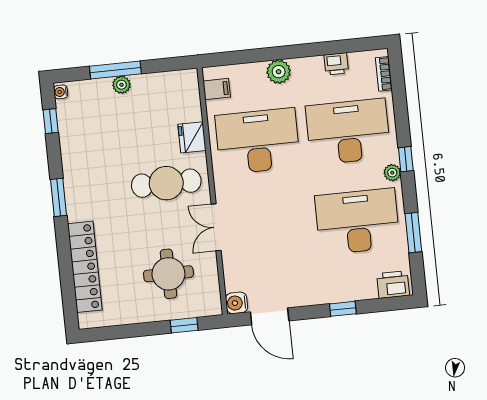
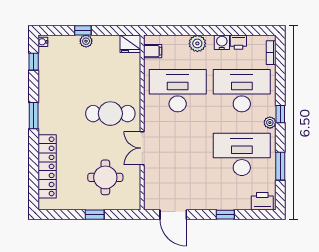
window: (115, 70) -> (83, 30), width x0.46
fridge: (192, 137) -> (130, 44), moved, turned -90
water cooler: (237, 303) -> (222, 42), moved, turned 90
window: (184, 325) -> (95, 215), moved

